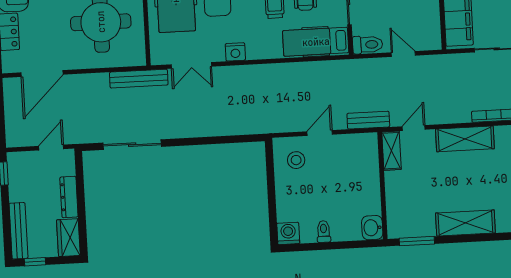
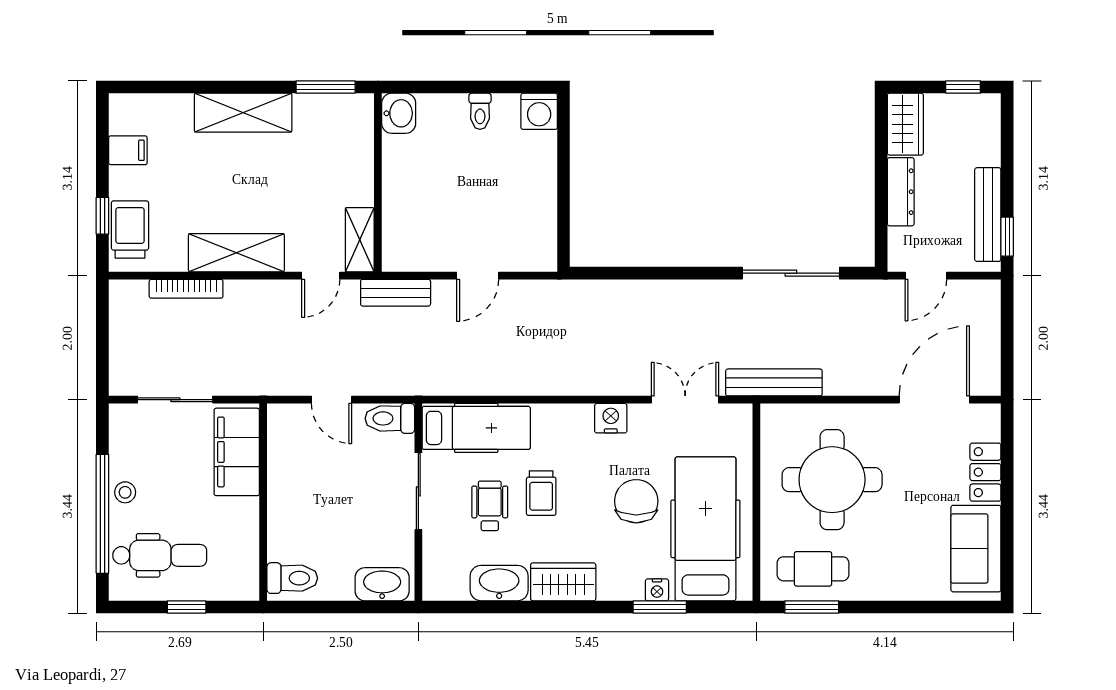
stool: (296, 160) -> (519, 233), removed
bench: (18, 231) -> (988, 215), moved

